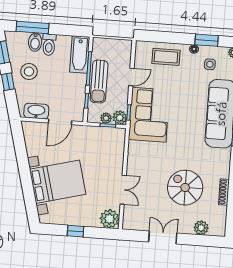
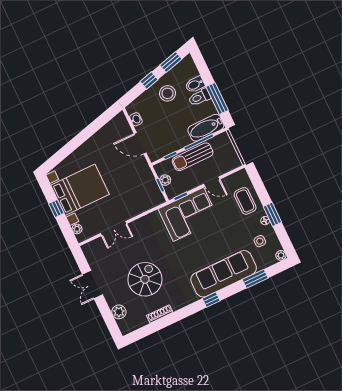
window: (32, 27) -> (217, 99), moved
window: (207, 40) -> (272, 214), moved
washbasin: (36, 111) -> (136, 119), width x0.52, depth x0.69
plant: (120, 118) -> (172, 191), removed
bed with nightstands: (58, 182) -> (80, 190), moved, turned -75
plant: (110, 219) -> (77, 229), width x0.53, depth x0.53
double door: (163, 238) -> (92, 284), swing flipped

